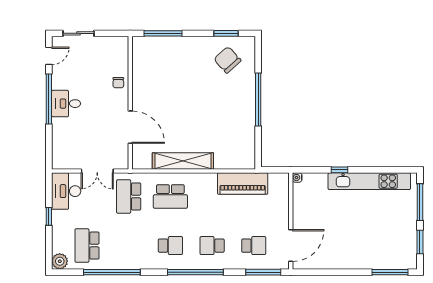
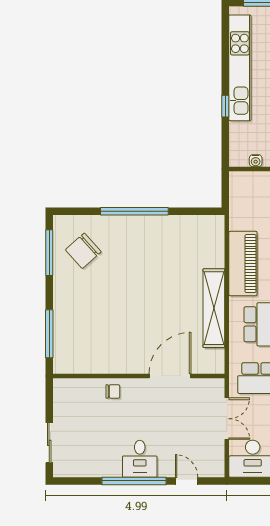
window: (226, 33) -> (49, 253), width x1.44
door: (49, 56) -> (187, 481), moved
water cooler: (297, 178) -> (256, 161), moved
piano: (243, 184) -> (243, 264), moved

